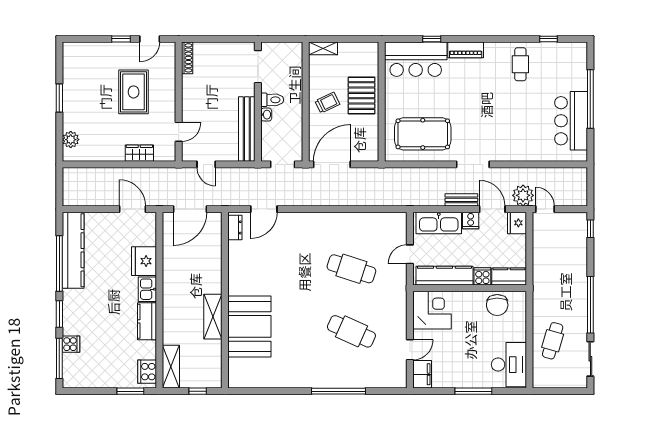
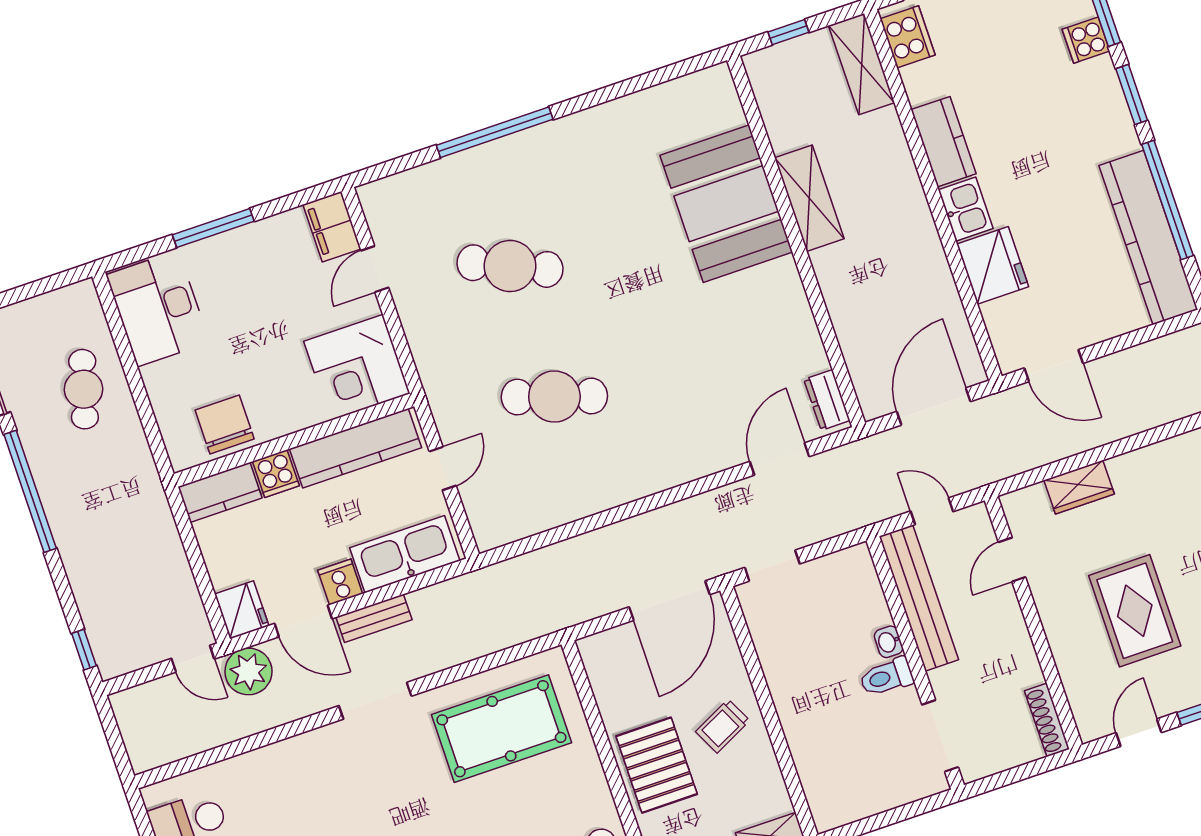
doorway: (258, 67) -> (940, 736), moved
toilet: (272, 100) -> (886, 677), moved
wall: (258, 102) -> (915, 663), moved
washbasin: (266, 115) -> (889, 642), moved
bench: (247, 129) -> (919, 598), moved

